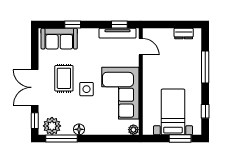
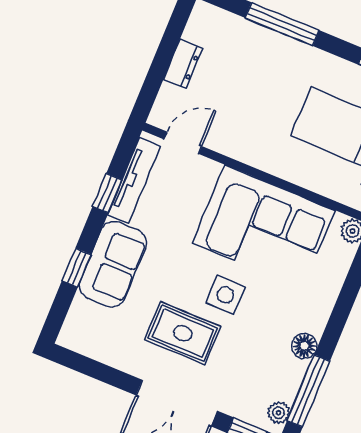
window: (119, 25) -> (107, 193), moved
dresser: (184, 34) -> (183, 64), moved
sofa: (59, 39) -> (113, 264), moved
plant: (52, 126) -> (279, 413), width x0.53, depth x0.53

